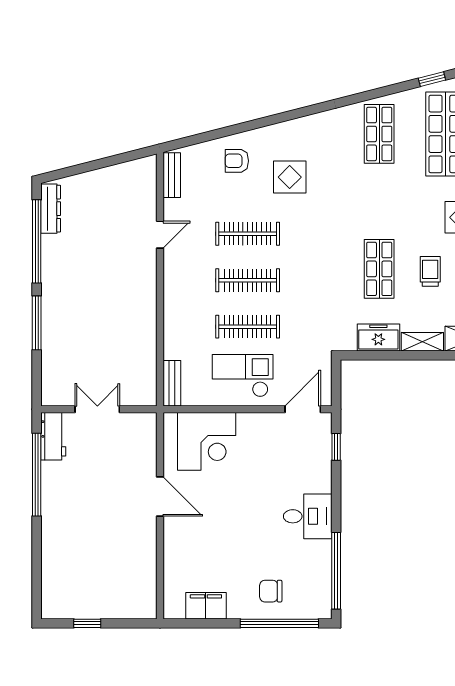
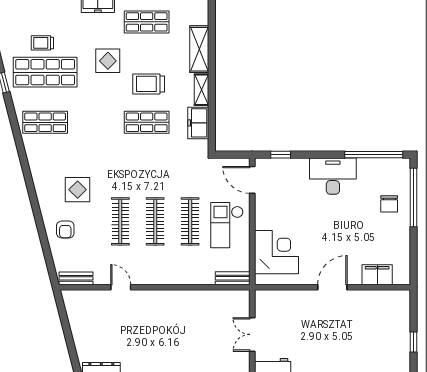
trolley: (430, 271) -> (149, 84), width x1.36, depth x1.39
door: (160, 497) -> (332, 287), moved
desk: (308, 516) -> (333, 176), width x1.37
filing cabinet: (206, 606) -> (377, 275), moved, turned 90

